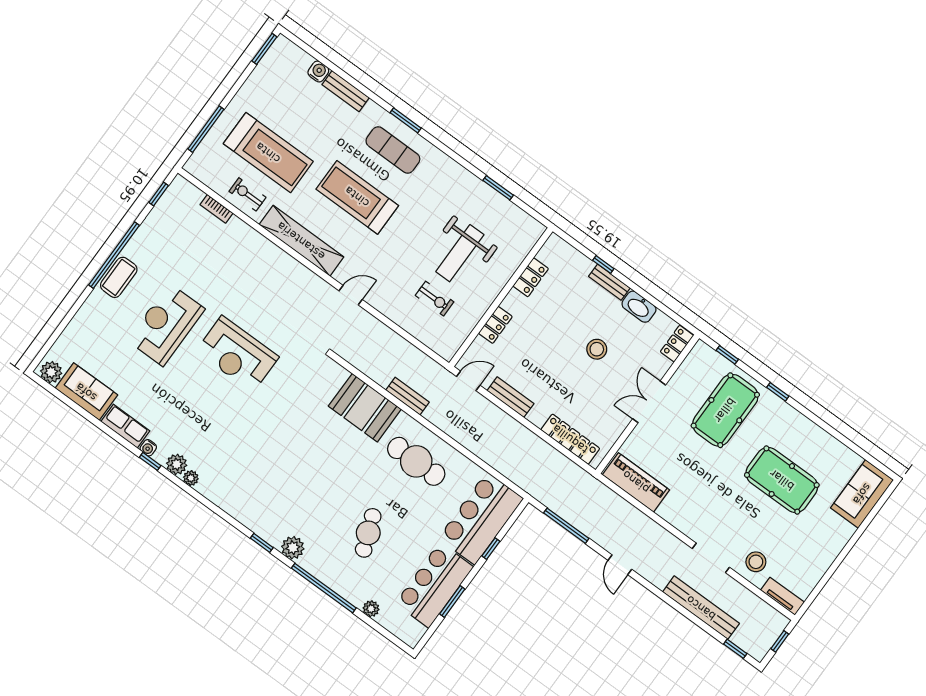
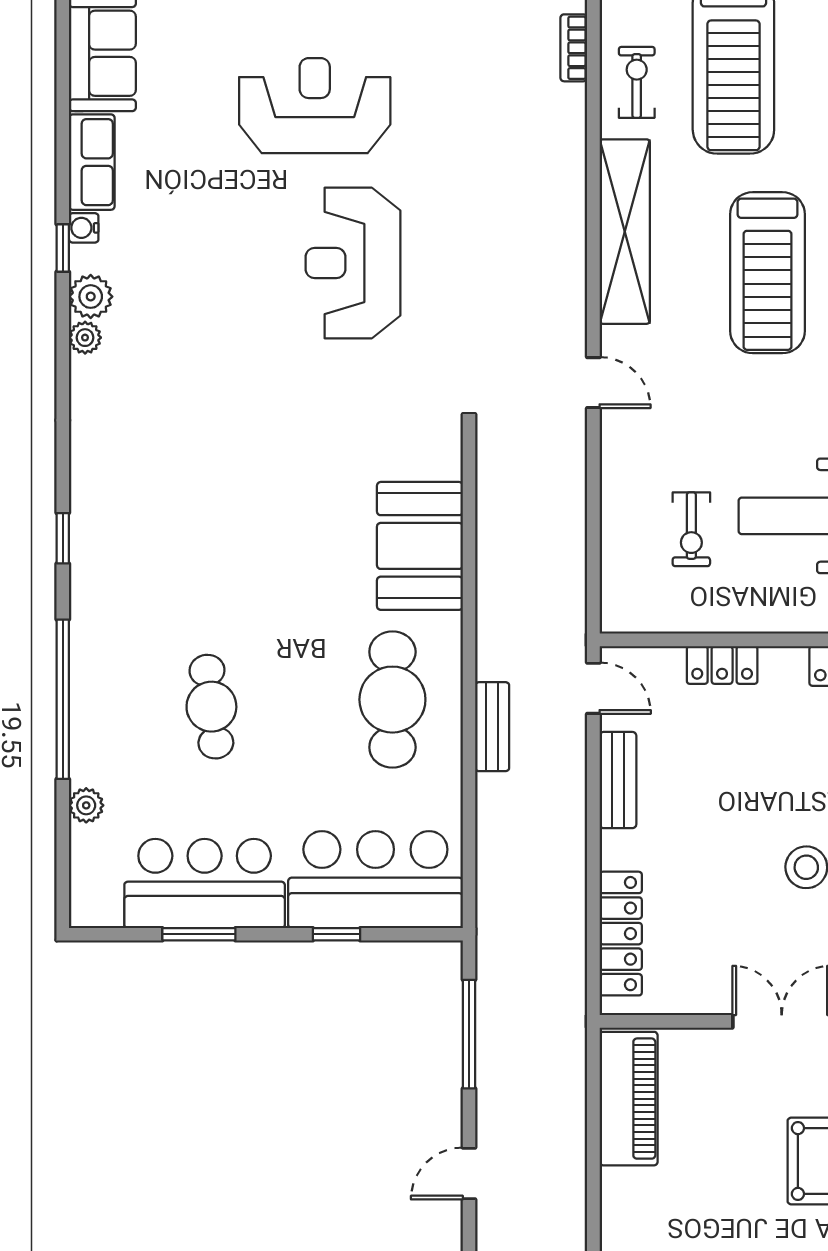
treadmill: (357, 197) -> (768, 273), turned 180
bench: (407, 396) -> (492, 727), moved
cafe table: (368, 533) -> (211, 707), turned -76
plant: (293, 548) -> (93, 597), removed

